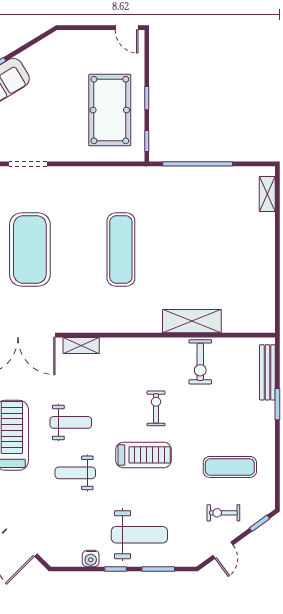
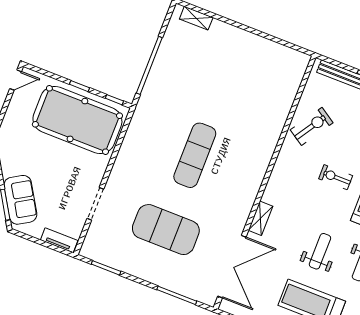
pool table: (110, 110) -> (77, 120), width x1.36, depth x1.32
exercise mat: (121, 250) -> (195, 155), turned 90
shelving: (192, 321) -> (276, 120), removed
exercise bike: (200, 362) -> (312, 126), turned -57

